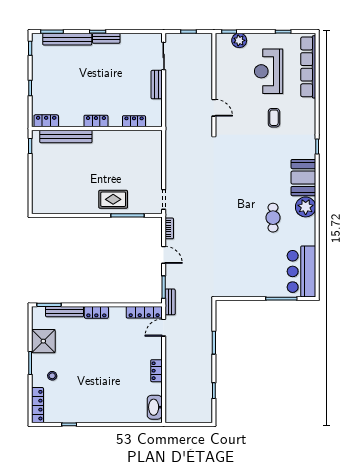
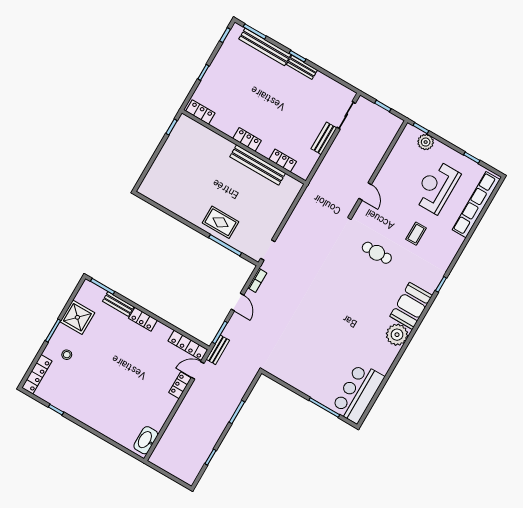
bench: (66, 136) -> (258, 165), moved
cafe table: (273, 218) -> (377, 253), moved, turned 90
bench: (65, 312) -> (118, 304), width x0.73
locker: (156, 371) -> (180, 385), moved

